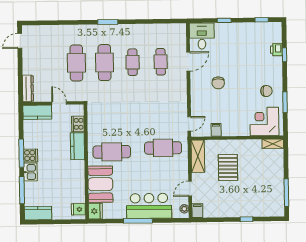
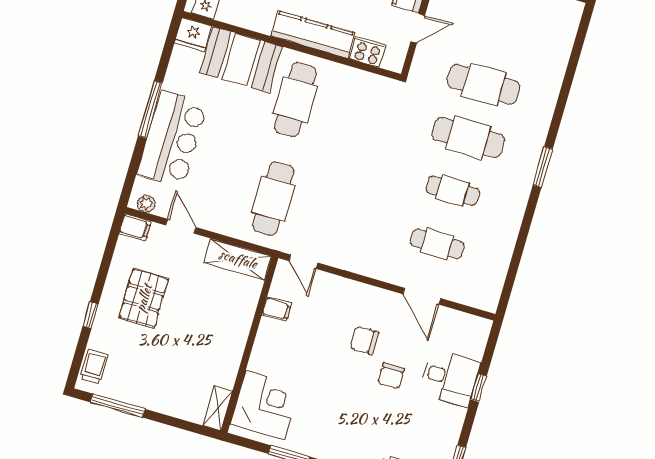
desk: (202, 36) -> (450, 378), moved
chair: (266, 91) -> (391, 376), moved
kitchen counter: (77, 146) -> (313, 34), width x1.50
pallet: (228, 167) -> (144, 298), moved, turned 90
trolley: (271, 210) -> (94, 366), added

